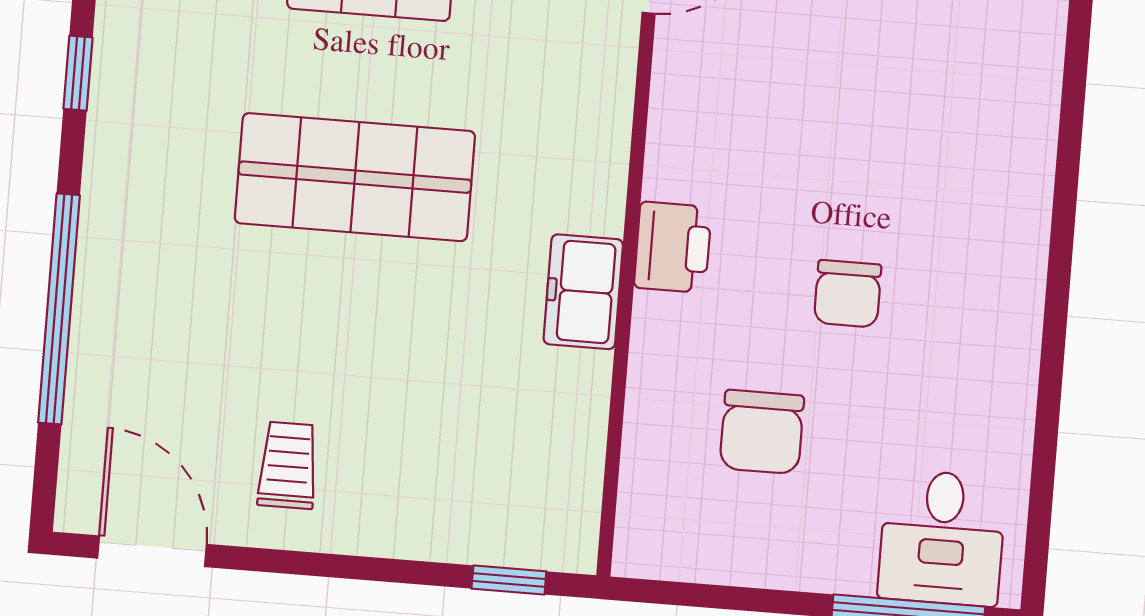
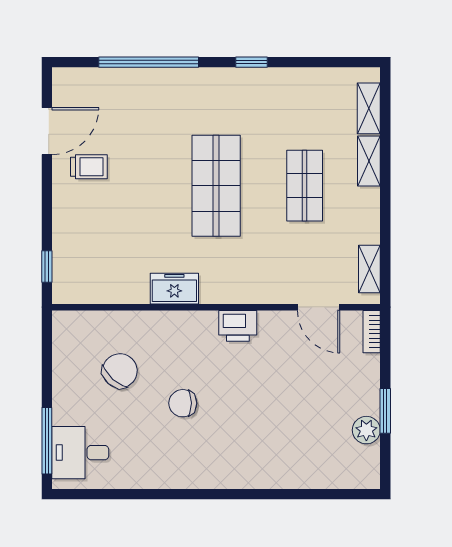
printer: (673, 247) -> (238, 326), moved
chair: (762, 432) -> (120, 371), turned 132
door: (152, 551) -> (47, 131), moved

